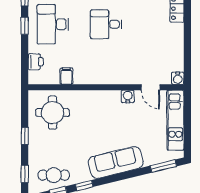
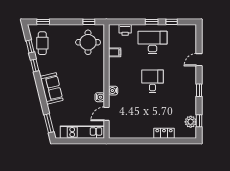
water cooler: (178, 78) -> (113, 91), moved
window: (25, 136) -> (89, 22), moved
sofa: (116, 162) -> (52, 88), width x0.73

